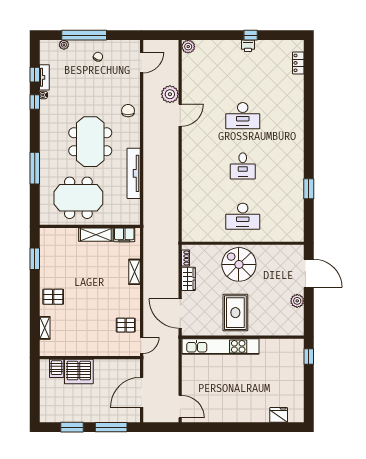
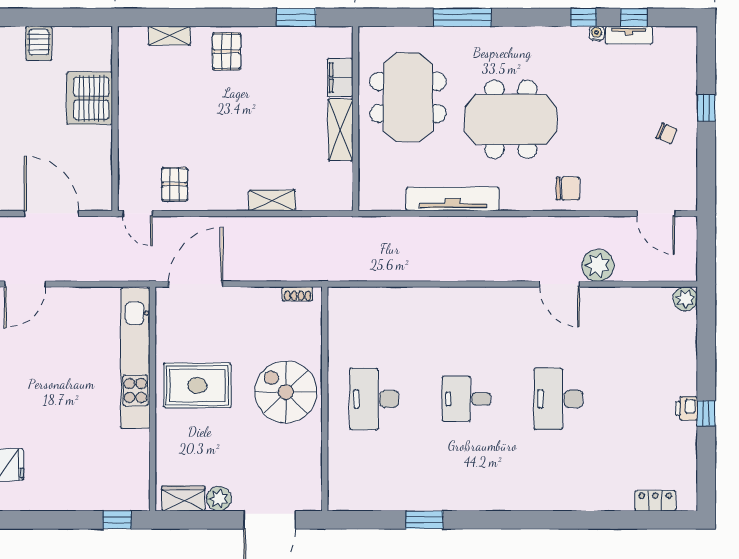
window: (84, 35) -> (706, 108), width x0.32
plant: (64, 45) -> (689, 71), removed
filing cabinet: (124, 235) -> (340, 78), moved
spiral stairs: (239, 264) -> (286, 392), turned -90
wardrobe: (188, 279) -> (183, 499), moved, turned 180
server rack: (57, 368) -> (39, 43), moved, turned -90

